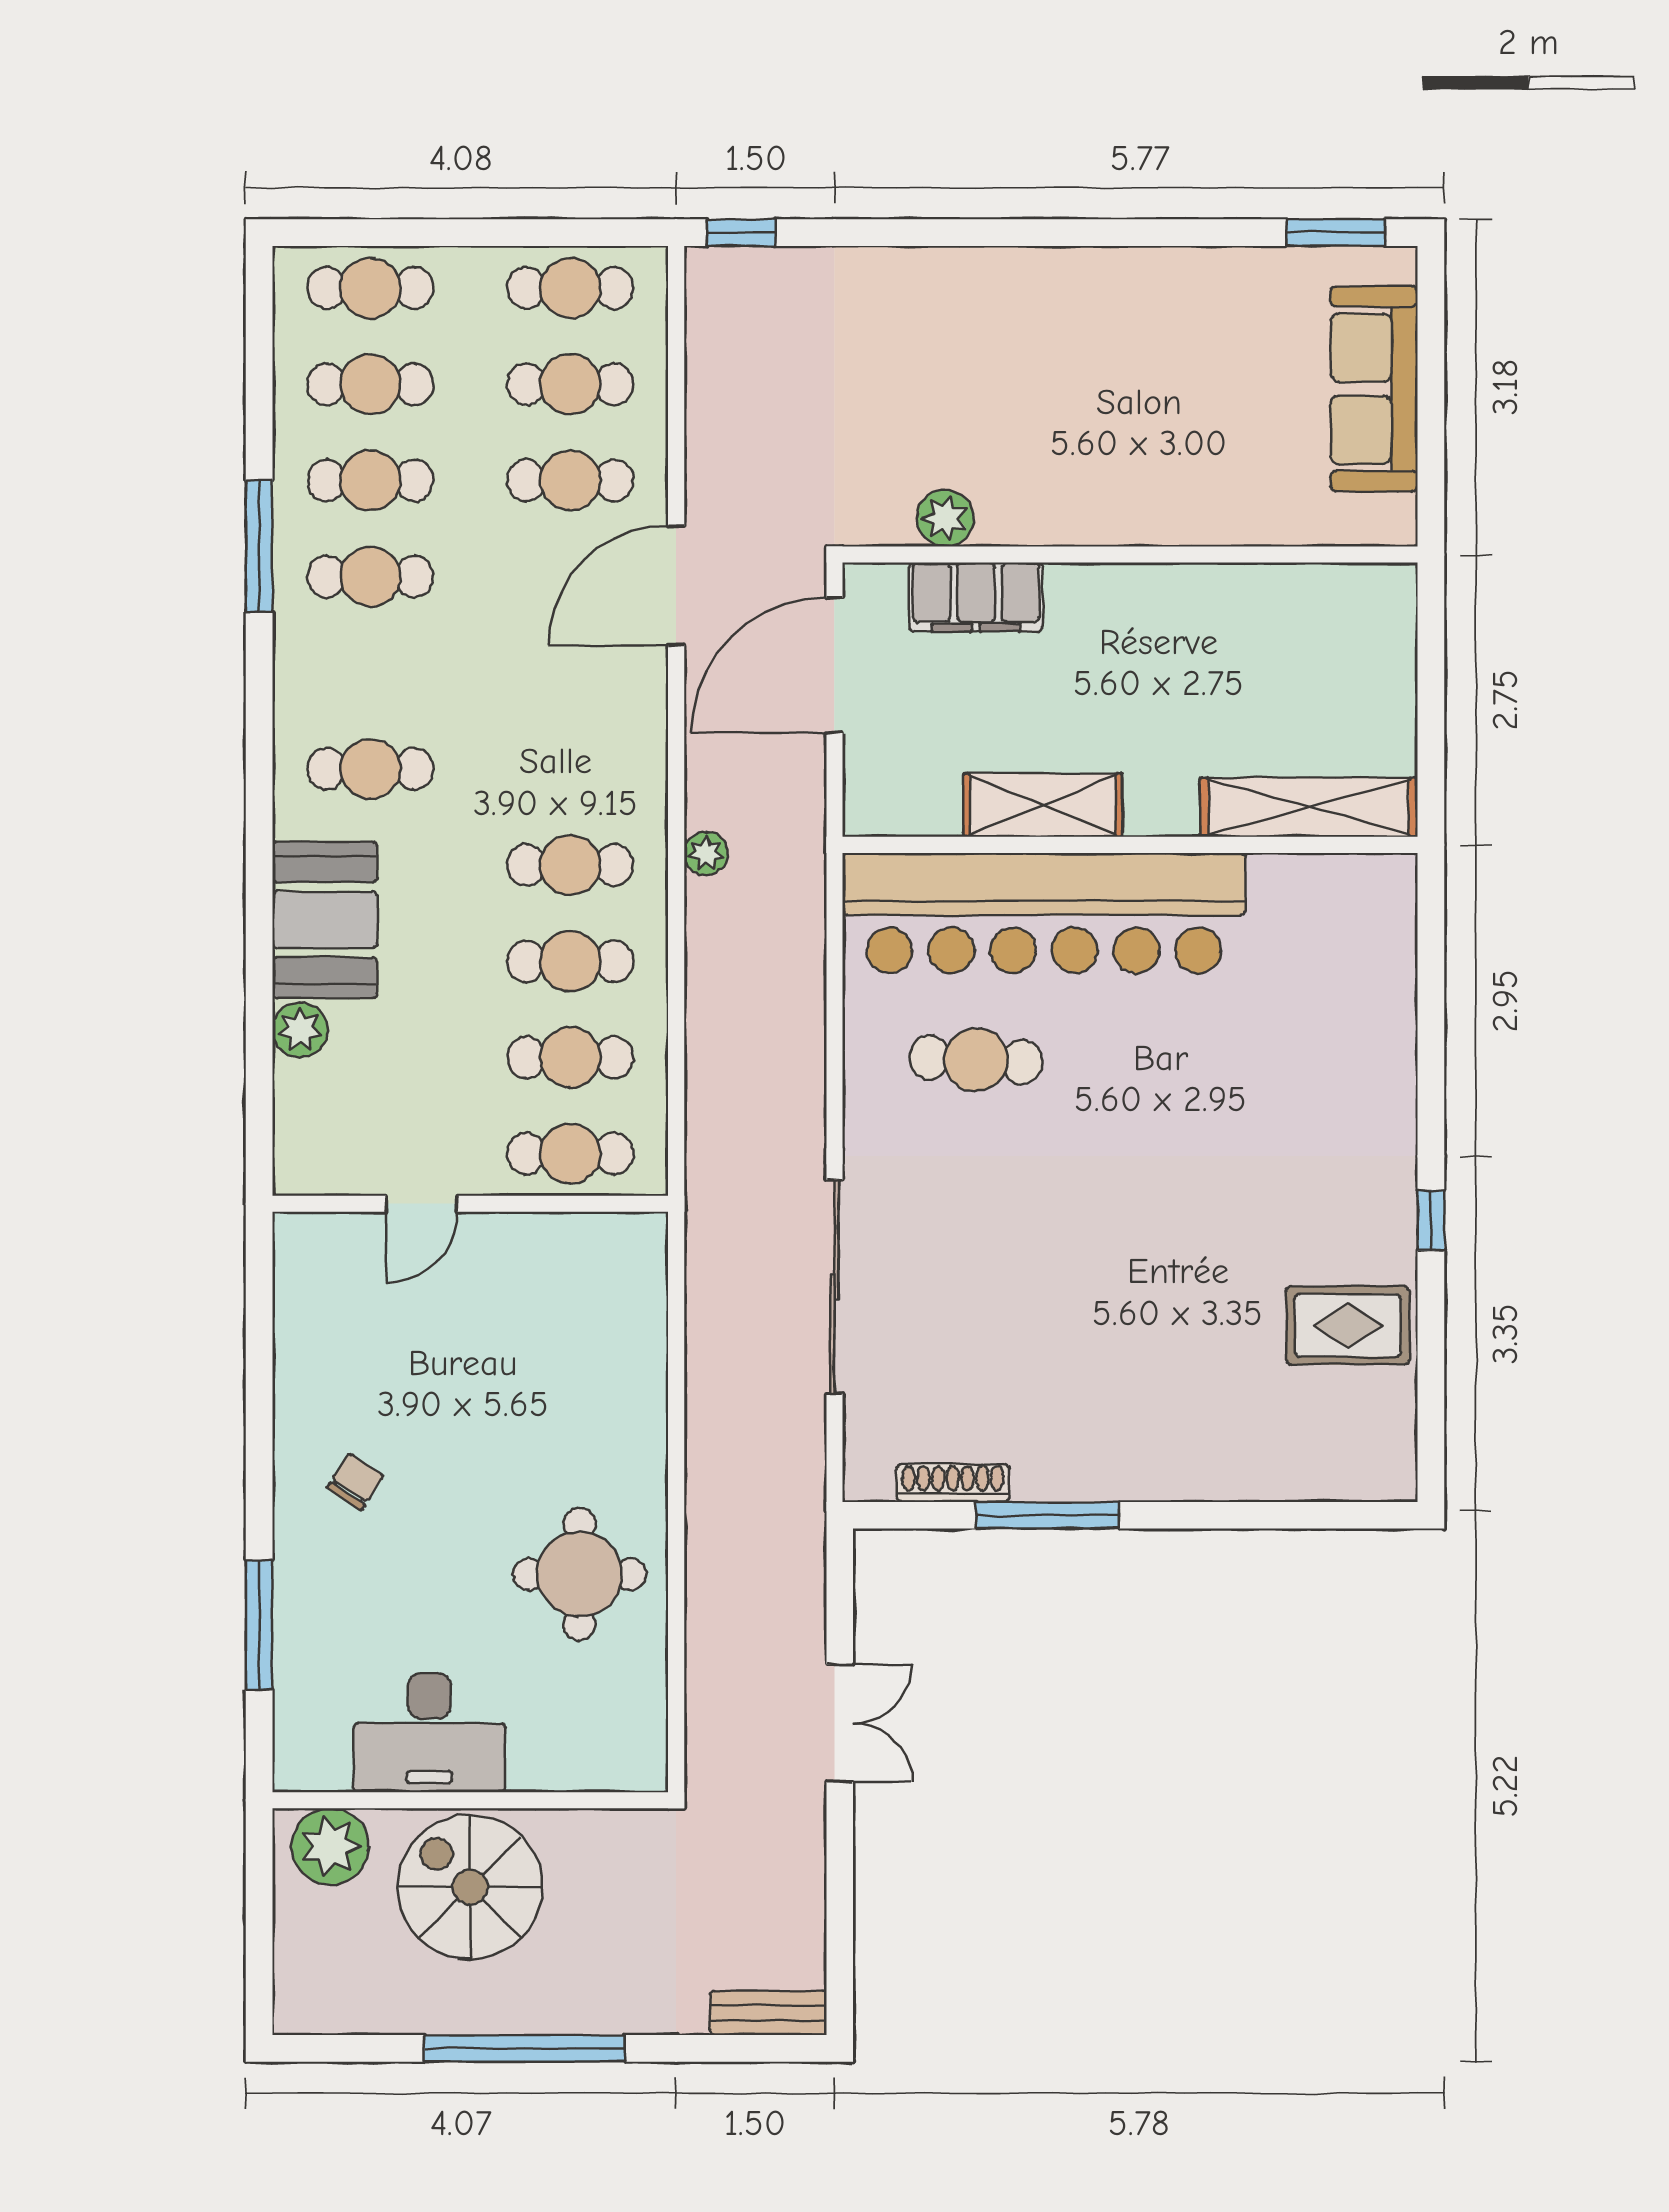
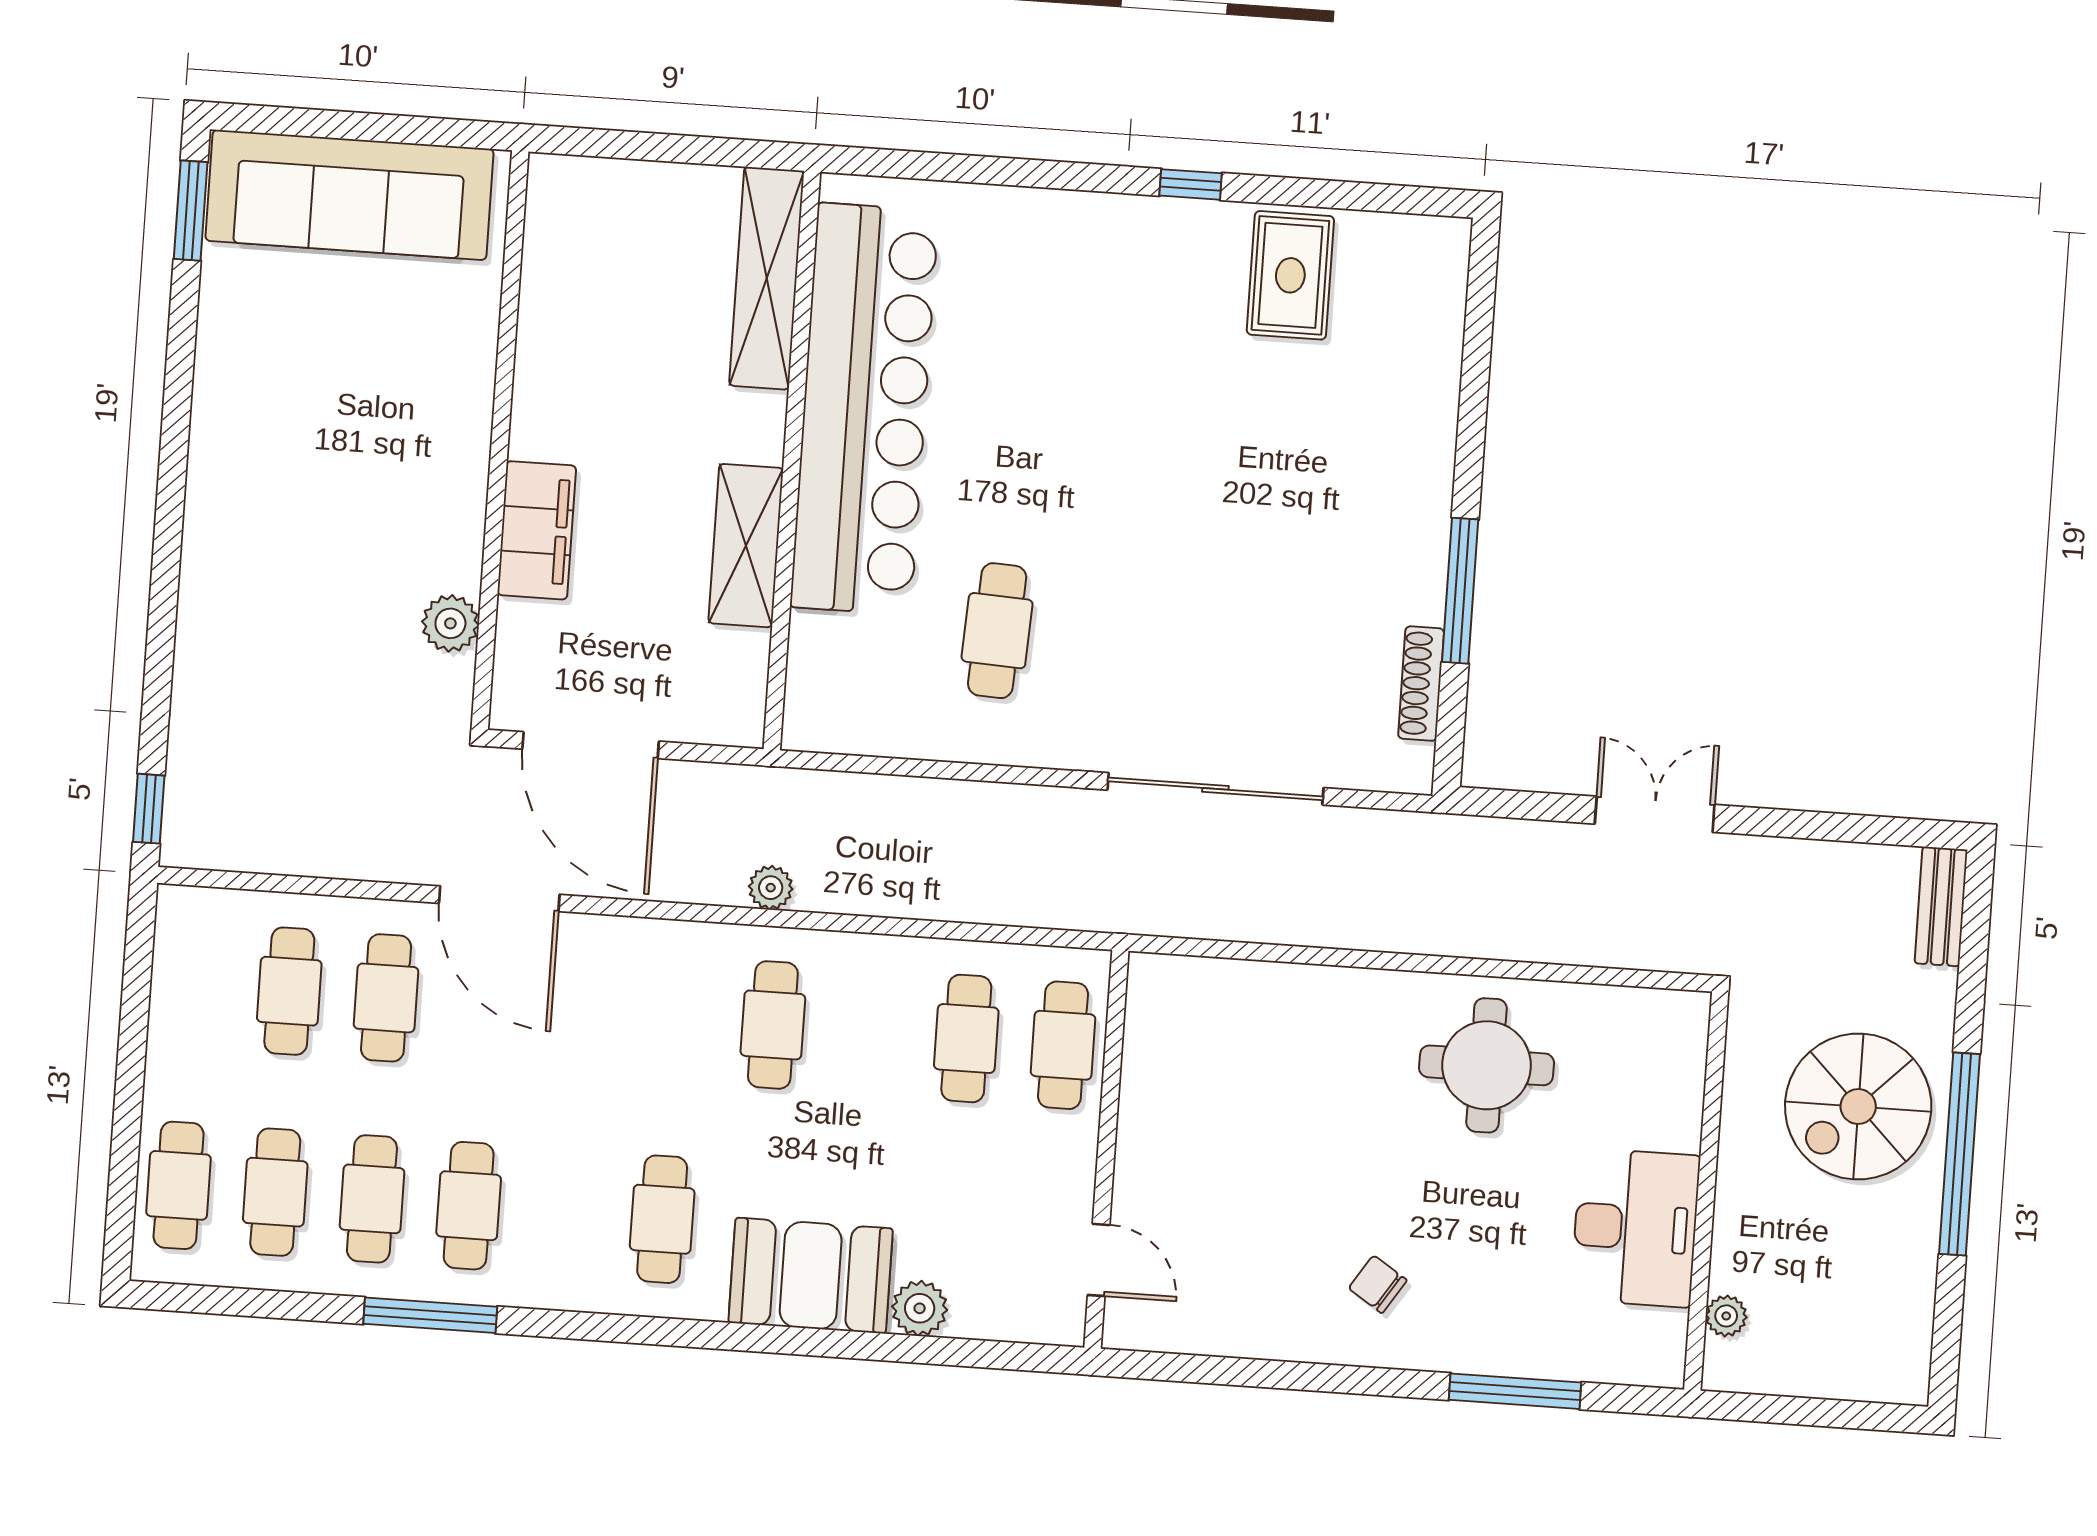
cafe table: (570, 288) -> (193, 984), removed
sofa: (1374, 389) -> (350, 195), width x1.36, depth x1.27
filing cabinet: (976, 597) -> (537, 530), moved
bar counter: (1044, 913) -> (864, 409), moved
cafe table: (570, 961) -> (870, 1032), removed
door: (422, 1204) -> (1099, 1260), moved
plant: (330, 1847) -> (1726, 1316), width x0.53, depth x0.53
spiral stairs: (470, 1887) -> (1858, 1106), moved

